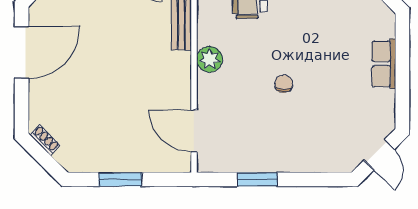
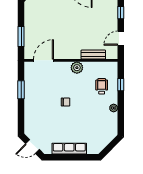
row of seats: (384, 64) -> (69, 149), width x1.48
window: (120, 179) -> (21, 37), moved

